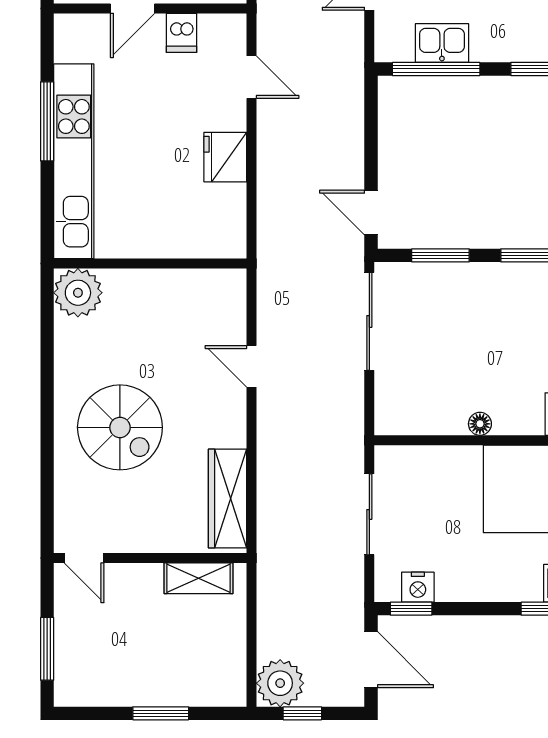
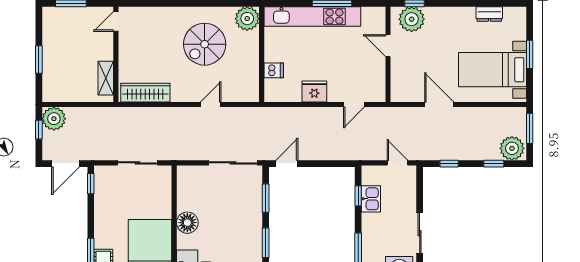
dishwasher: (182, 33) -> (274, 70), moved, turned 180
window: (436, 69) -> (358, 196), width x0.46
floor lamp: (480, 424) -> (187, 223), width x1.89, depth x1.89
spiral stairs: (120, 427) -> (205, 44), moved
nightstand: (418, 587) -> (101, 187), removed

